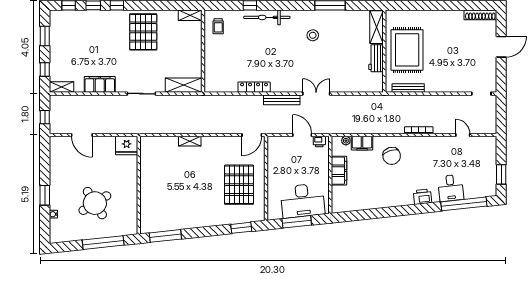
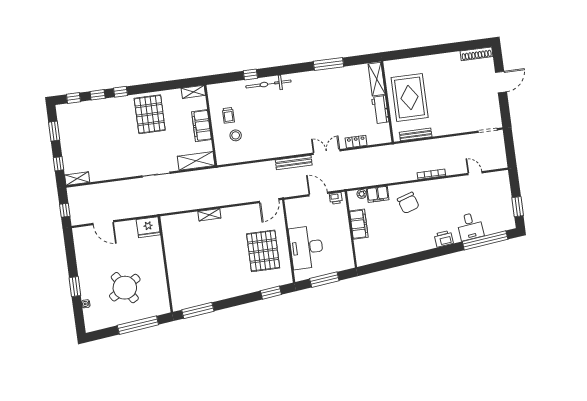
trolley: (218, 26) -> (228, 115), moved
stool: (313, 35) -> (236, 135), moved
filing cabinet: (100, 84) -> (202, 126), moved, turned -90
locker: (254, 87) -> (356, 142), moved, width x0.66
desk: (303, 201) -> (306, 247), moved, turned 96

